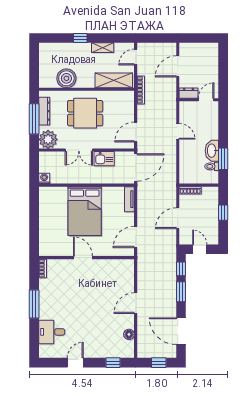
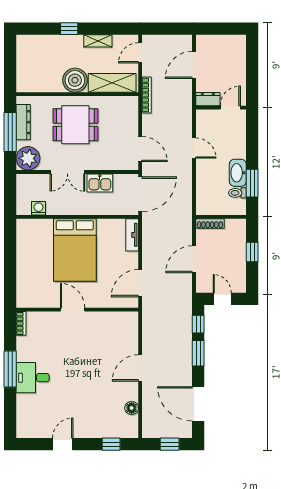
boiler: (66, 78) -> (75, 80), moved
door: (136, 132) -> (140, 149), swing flipped
washing machine: (44, 178) -> (39, 208), moved
desk: (52, 332) -> (33, 378), moved

